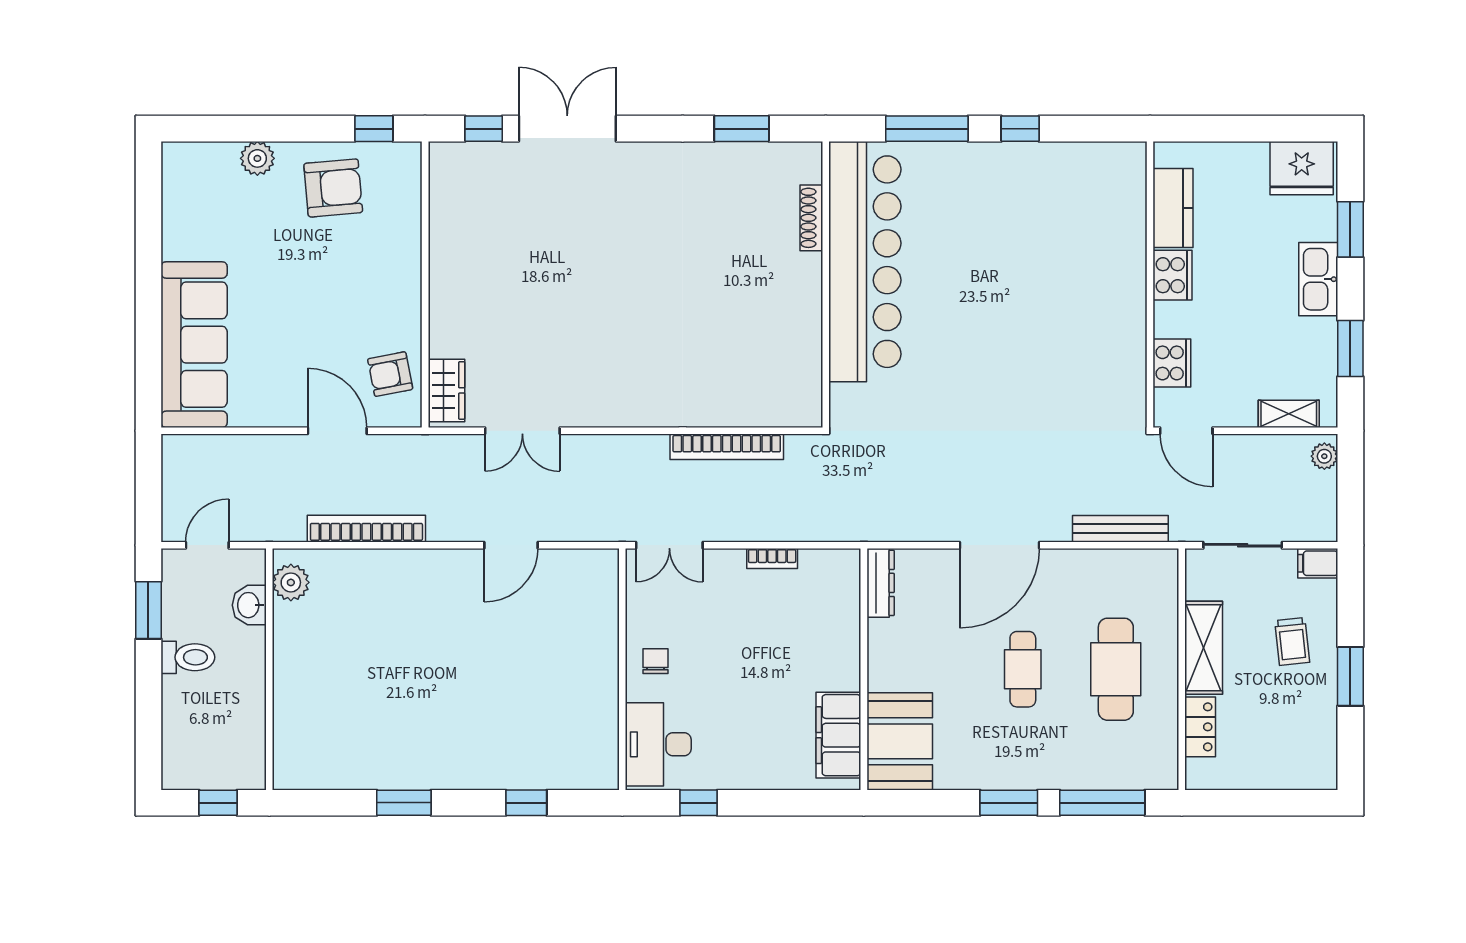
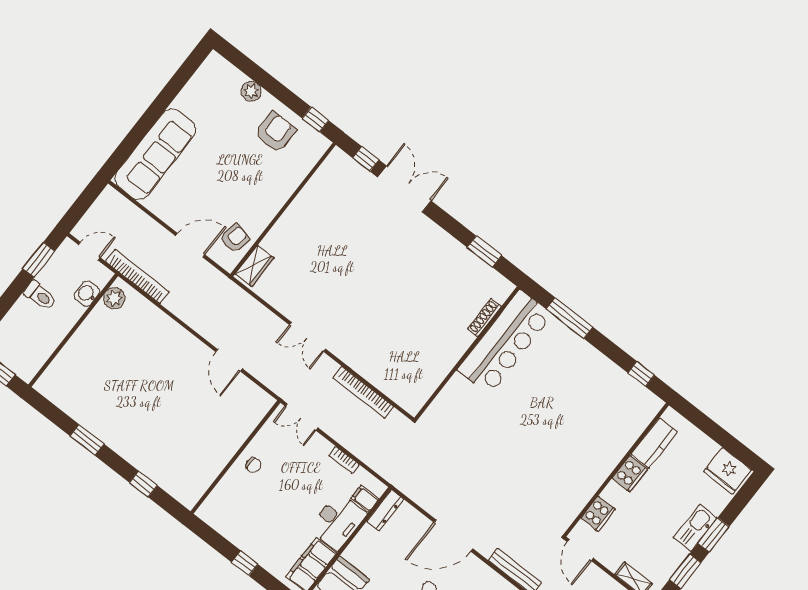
window: (1020, 129) -> (641, 374), moved
armchair: (333, 188) -> (275, 132), turned -85
window: (1350, 229) -> (714, 535), moved
bar counter: (865, 262) -> (505, 342), width x0.73
armchair: (390, 374) -> (235, 238), turned 112
door: (337, 431) -> (190, 245), hinge flipped
double door: (522, 431) -> (308, 337), moved
bookcase: (366, 529) -> (137, 276), moved
door: (511, 545) -> (229, 360), hinge flipped
filing cabinet: (841, 589) -> (365, 499), added
chair: (655, 661) -> (254, 465), turned 90
desk: (658, 744) -> (338, 521), moved, turned 180
window: (699, 803) -> (245, 563), moved

